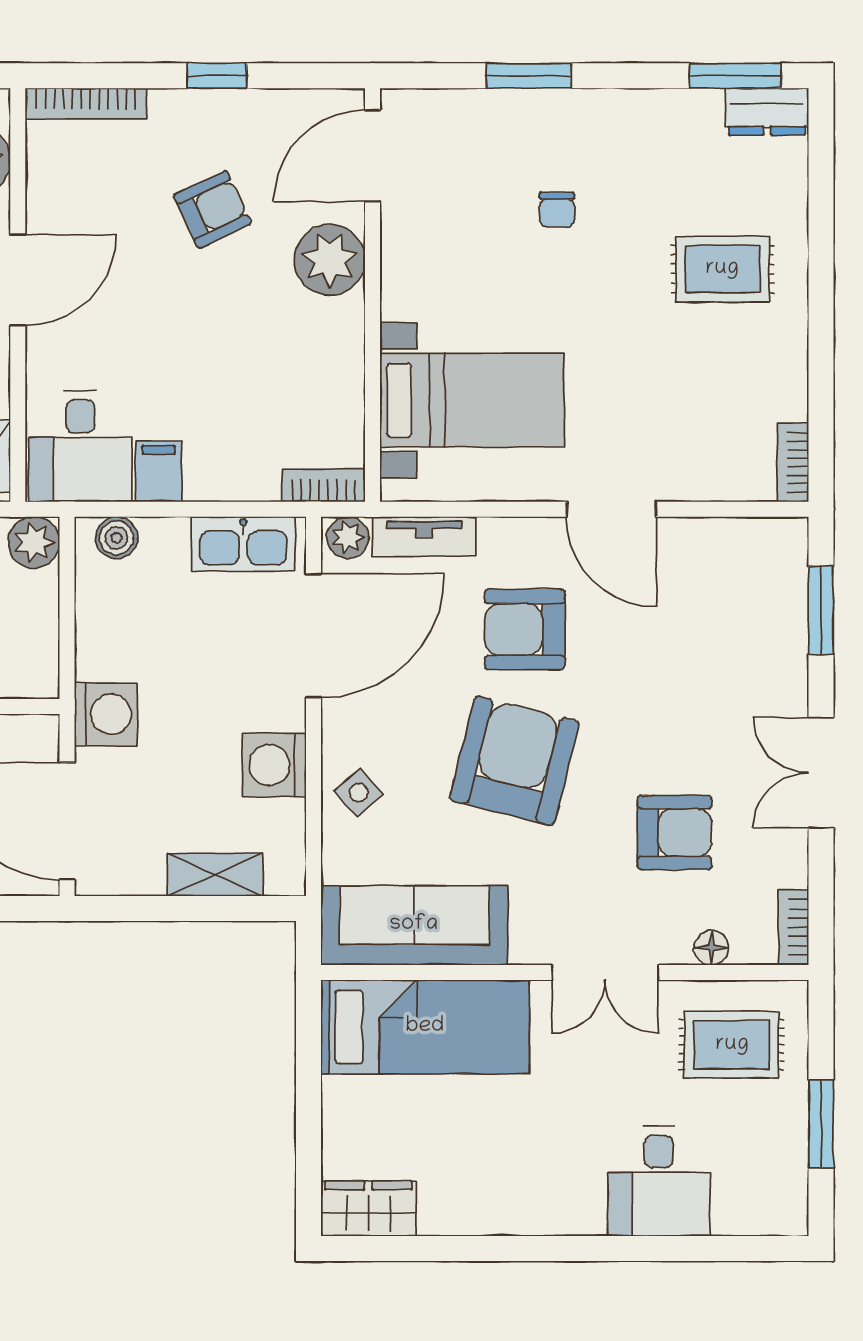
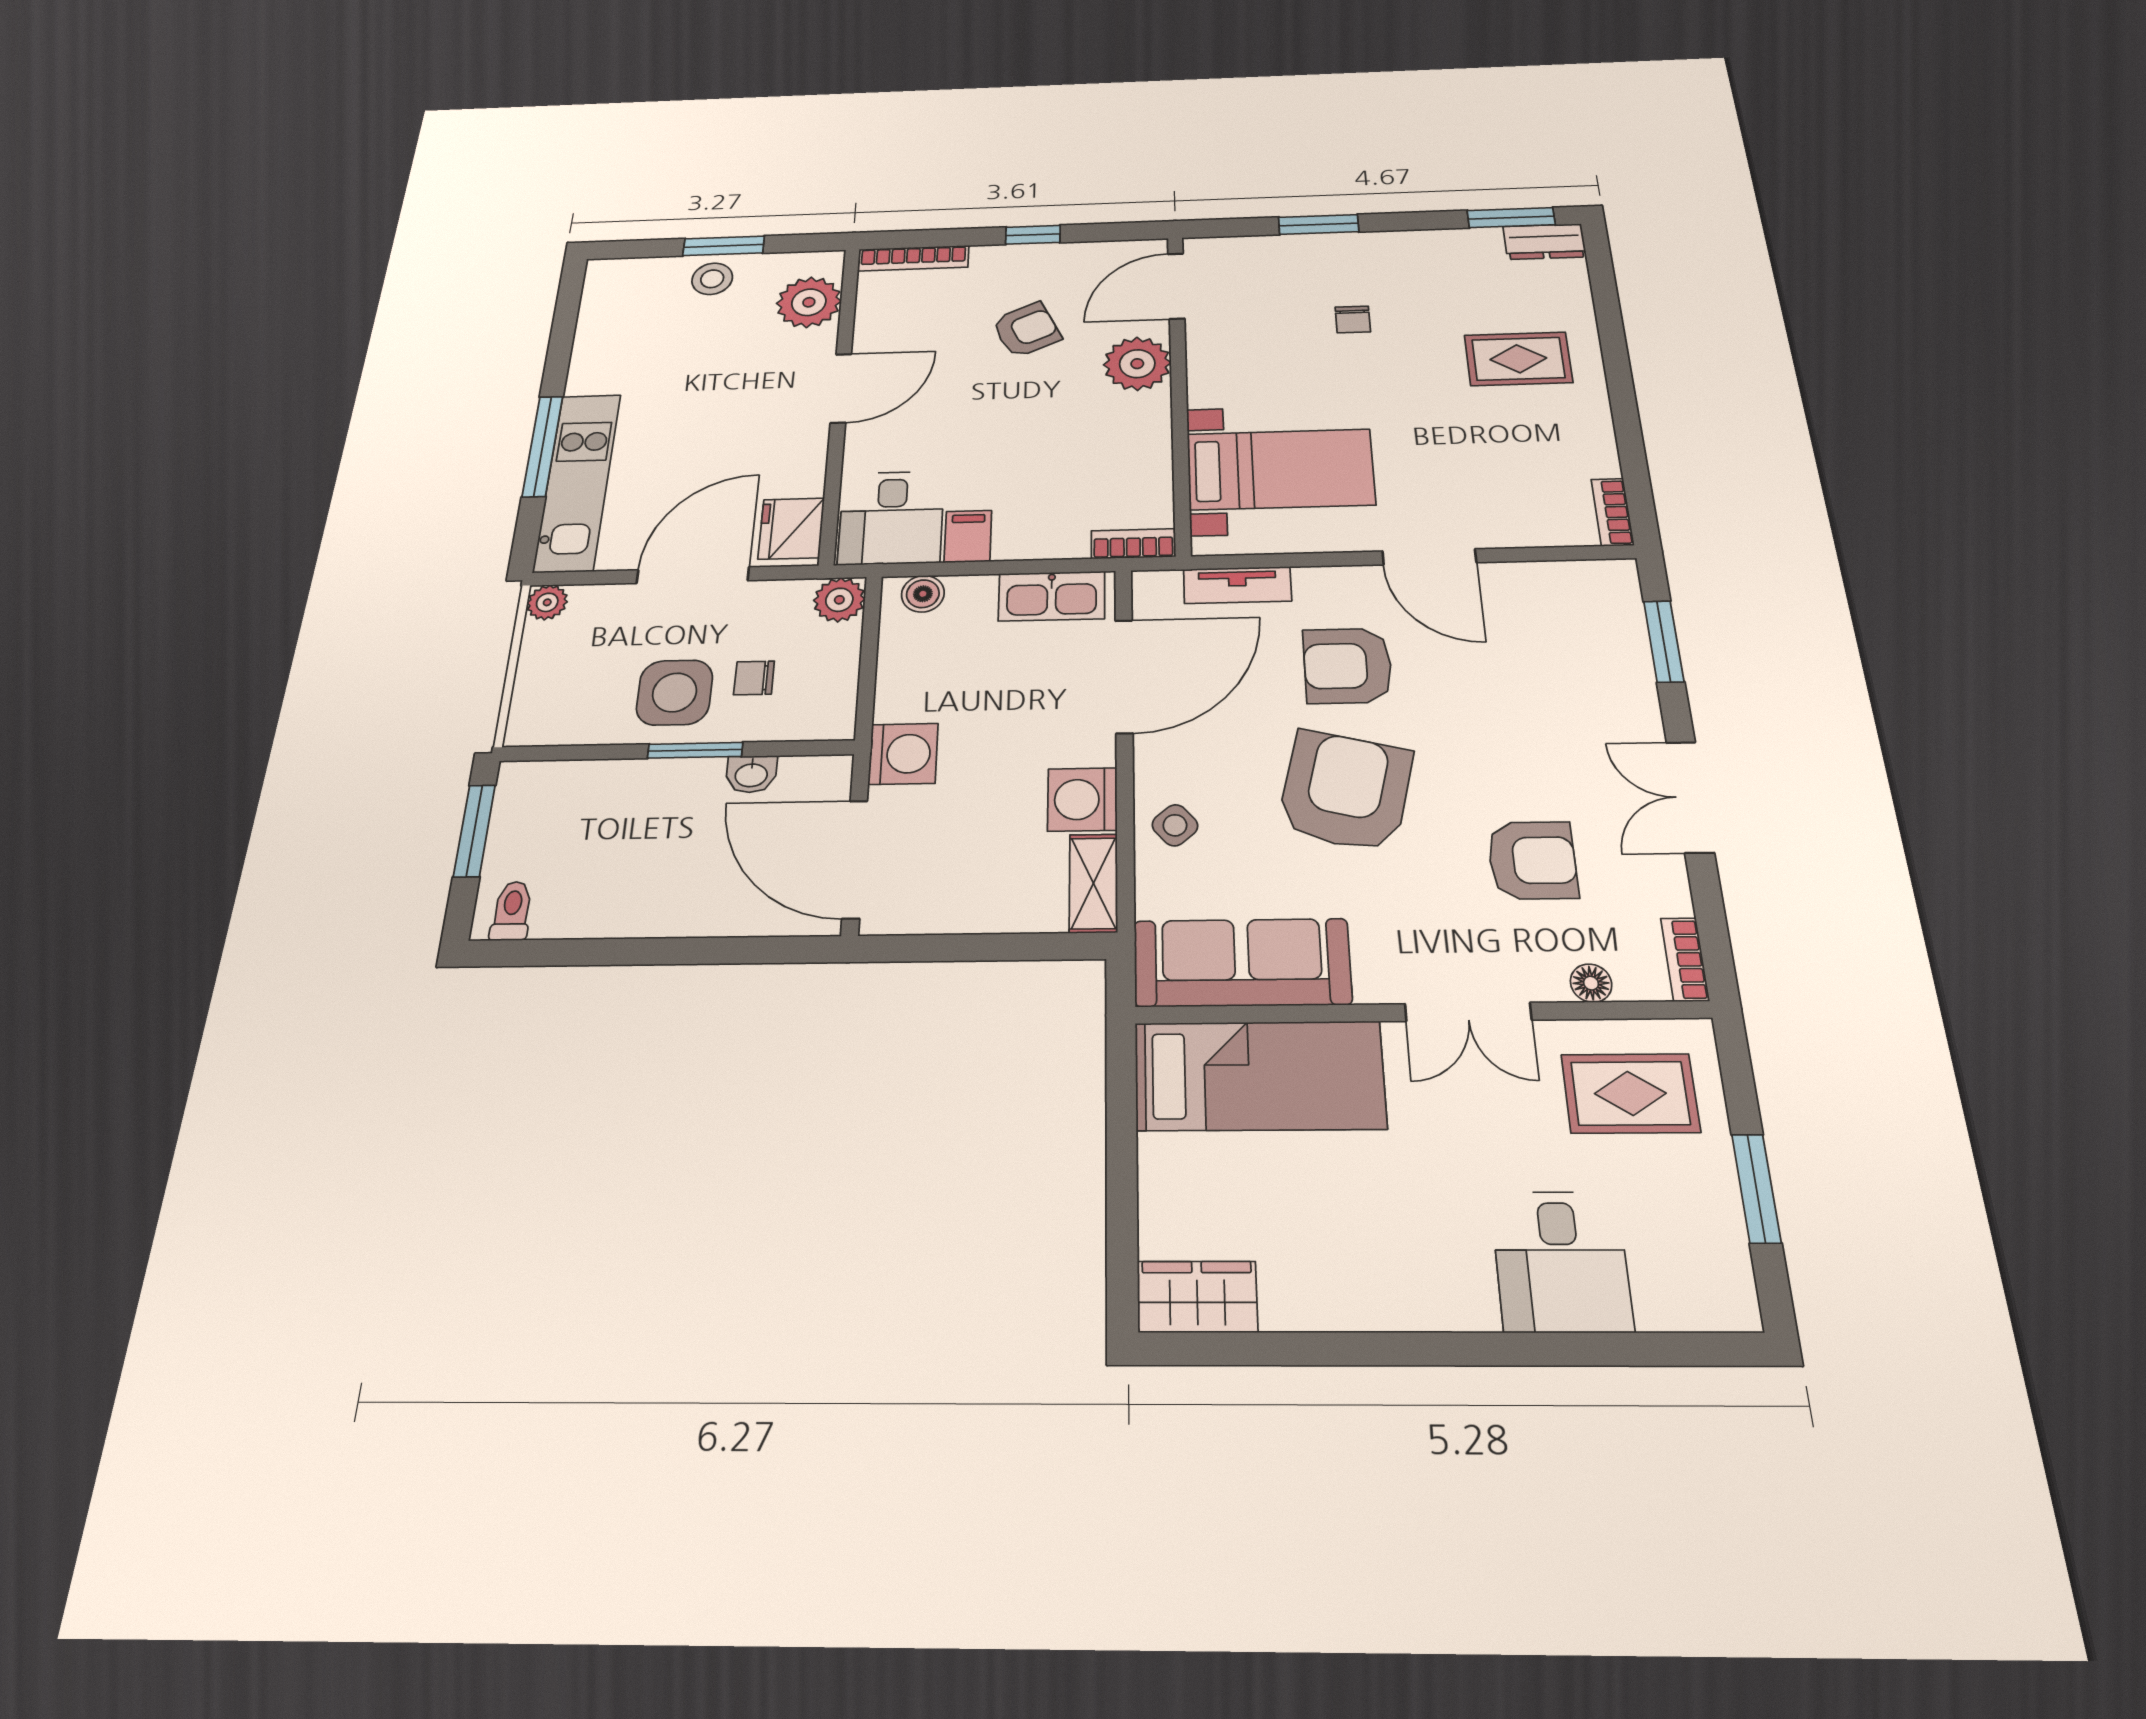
plant: (348, 538) -> (1159, 588), removed
shelving: (215, 875) -> (1093, 883), moved, turned 90

